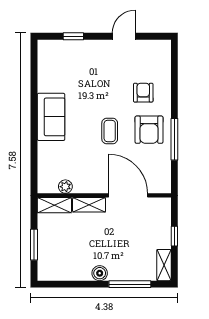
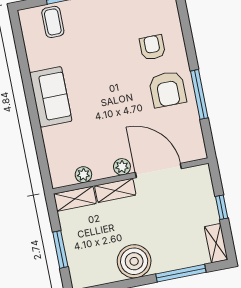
coffee table: (110, 131) -> (53, 22), moved
plant: (99, 186) -> (122, 167), added
boiler: (100, 273) -> (134, 261), width x1.86, depth x1.86

